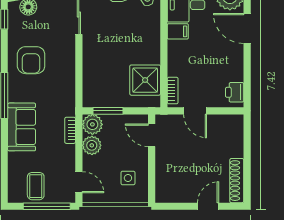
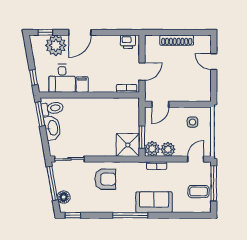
armchair: (31, 60) -> (105, 179), moved
shower: (145, 80) -> (128, 145), moved
shoe rack: (237, 181) -> (177, 40), moved

